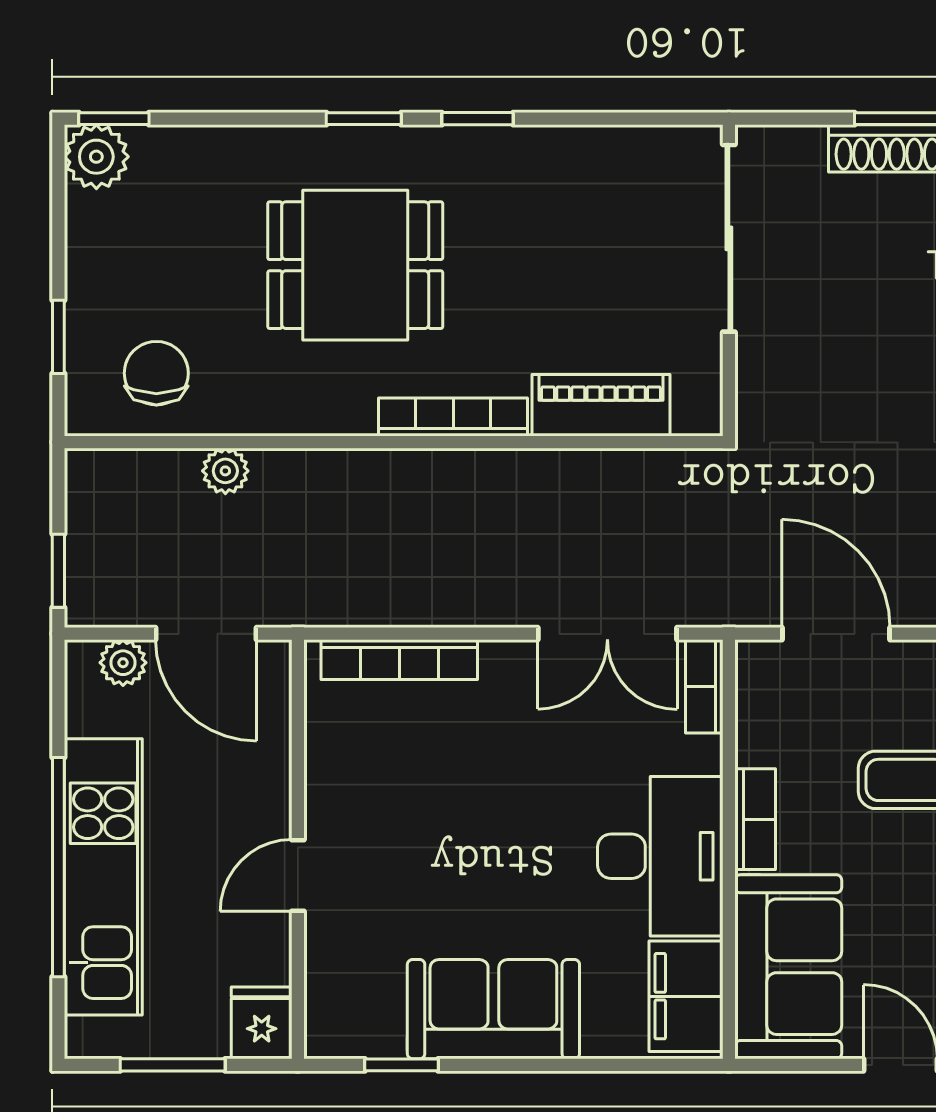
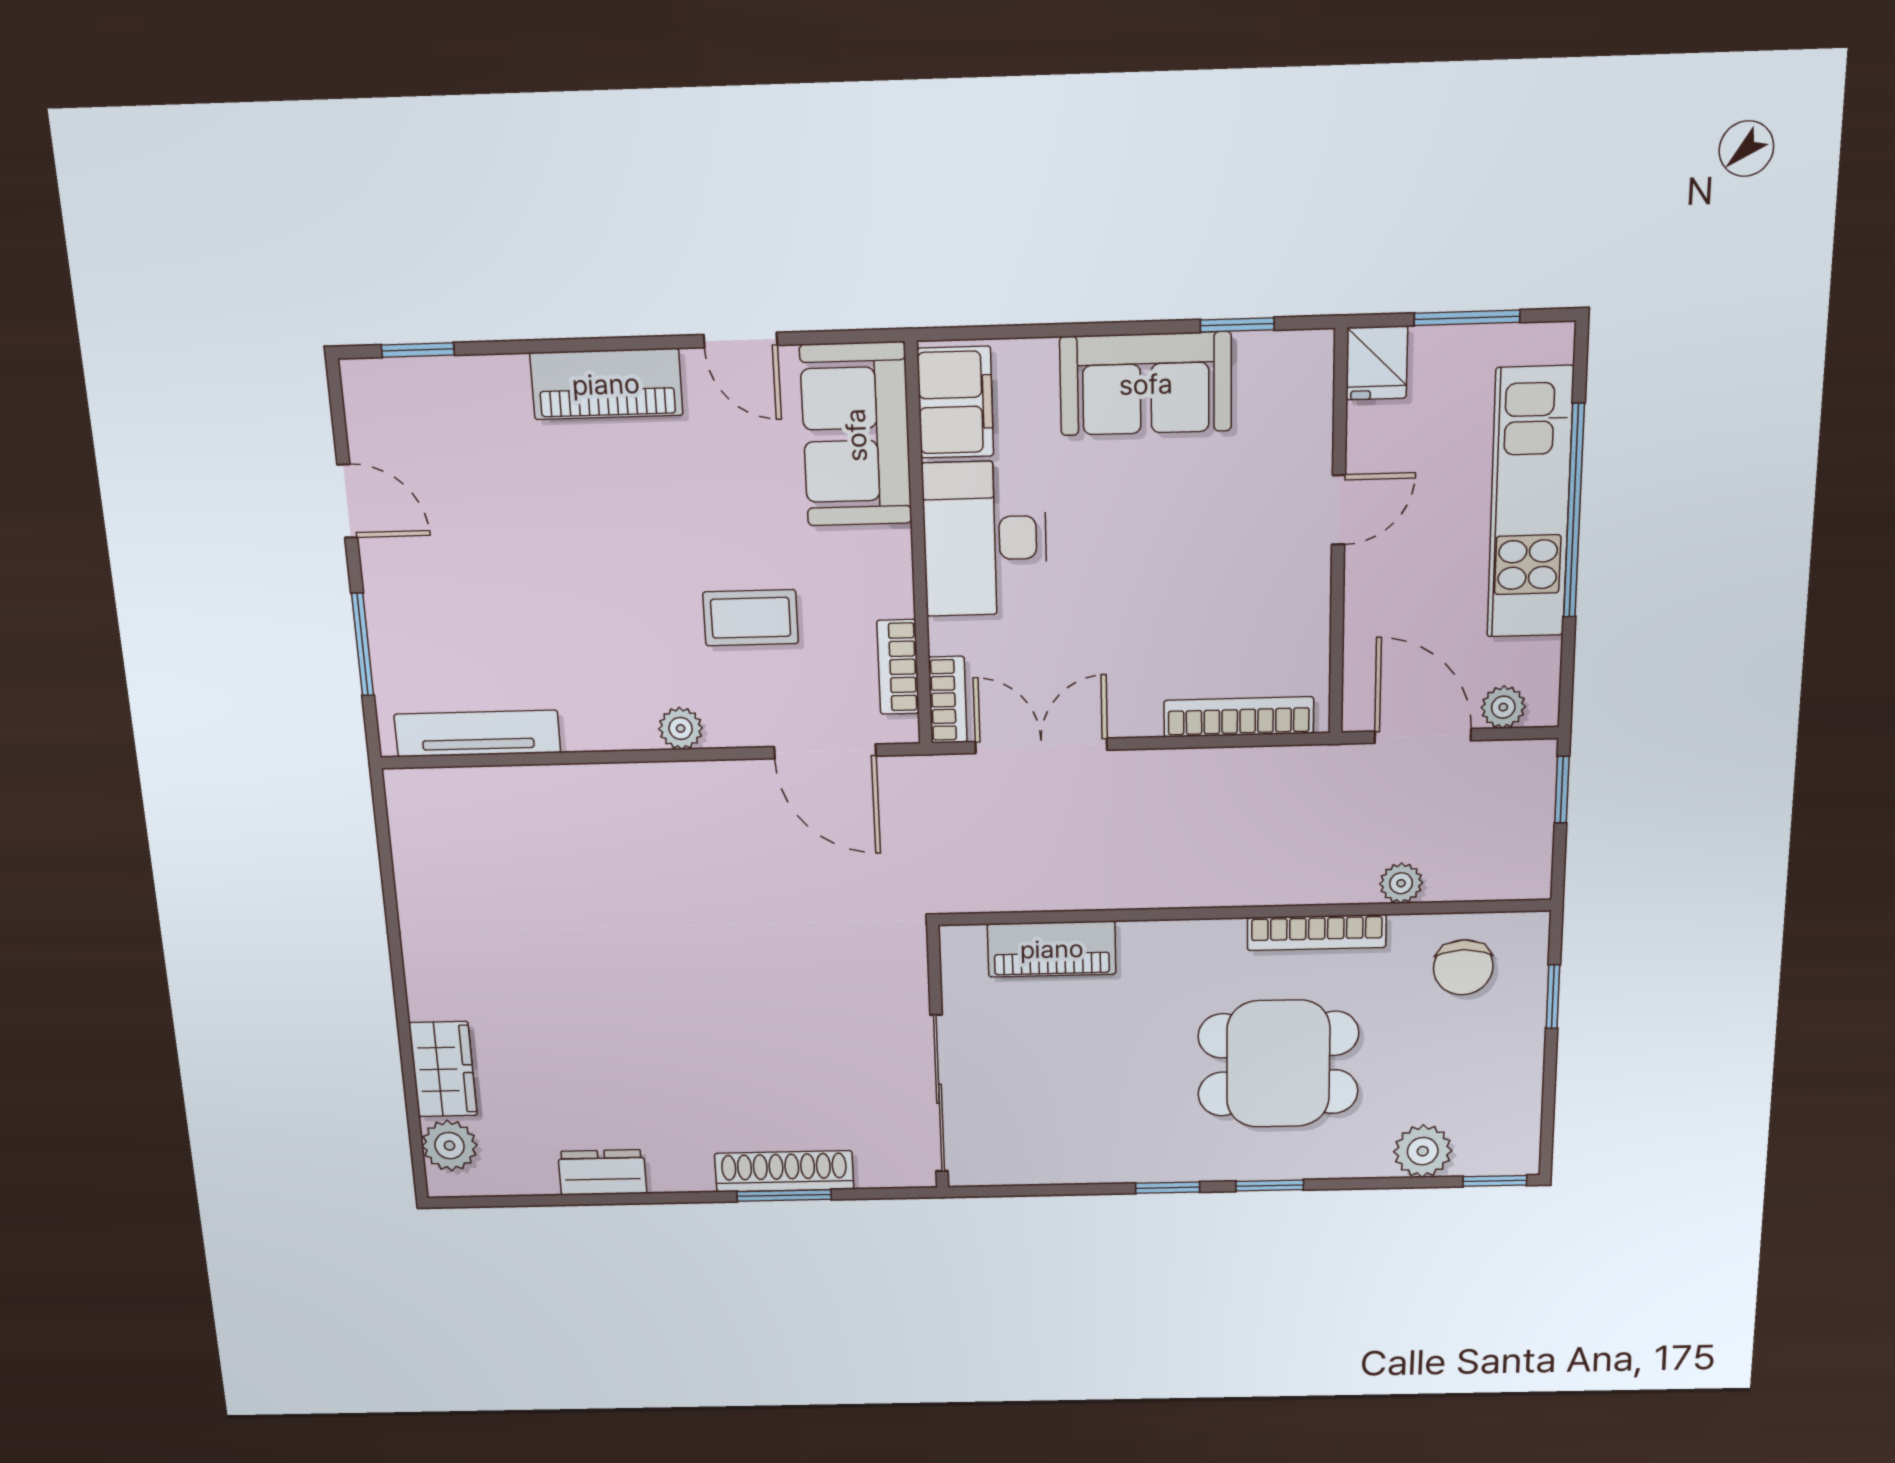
plant: (96, 157) -> (1423, 1151), moved
bookcase: (453, 417) -> (1317, 933), moved
bookcase: (755, 819) -> (898, 667), moved

